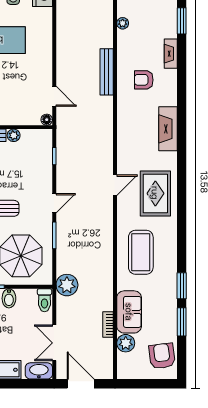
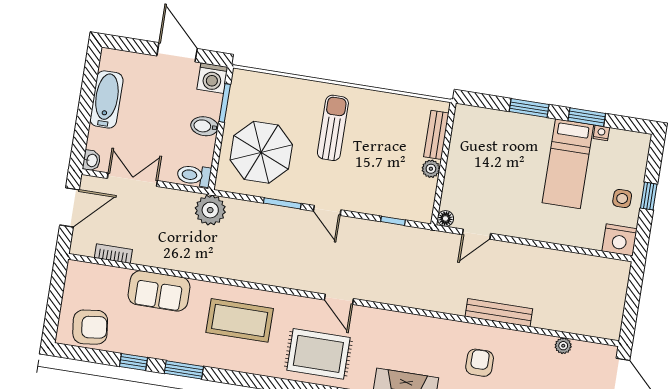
window: (182, 322) -> (134, 362), width x0.67
bookcase: (108, 325) -> (113, 254), moved
plant: (126, 343) -> (116, 279), removed
washbasin: (39, 371) -> (92, 160), width x0.52, depth x0.69

